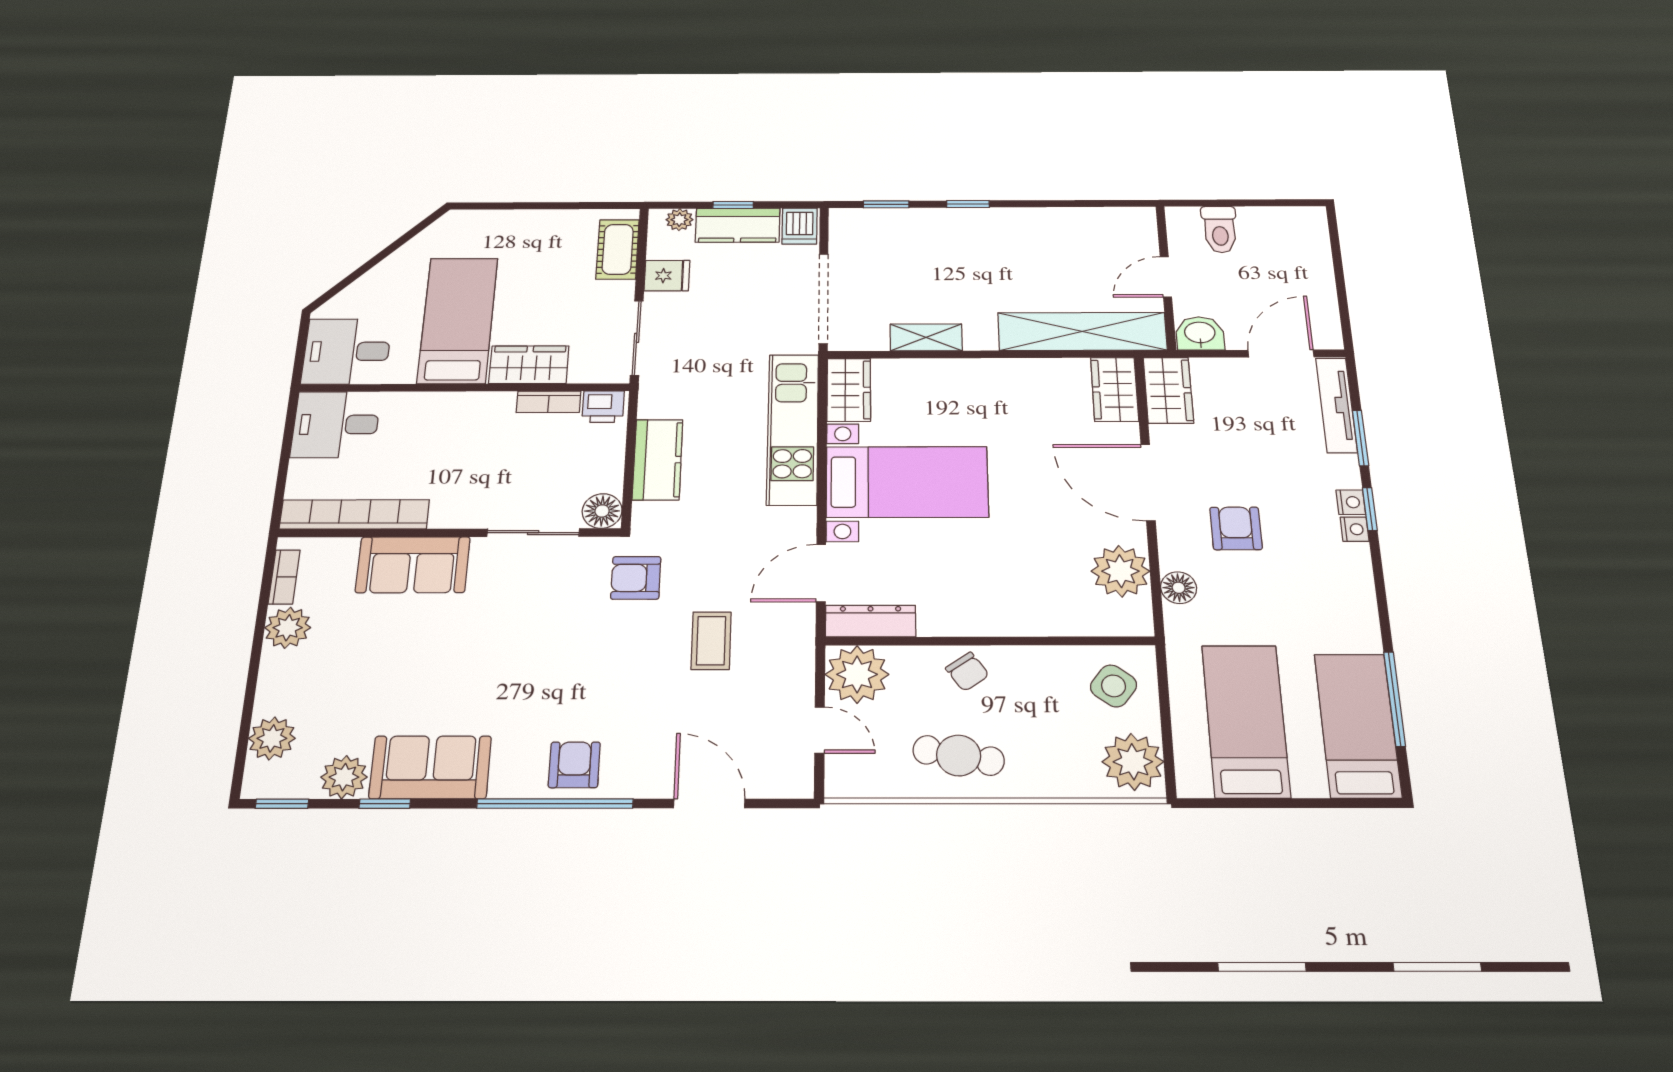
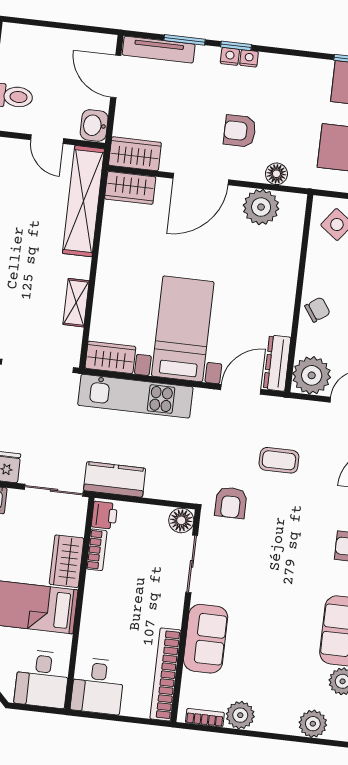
kitchen counter: (658, 460) -> (115, 479), moved
door: (821, 573) -> (241, 389), swing flipped

